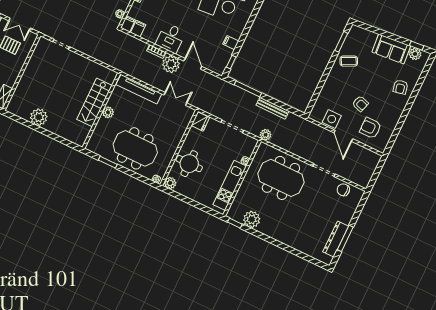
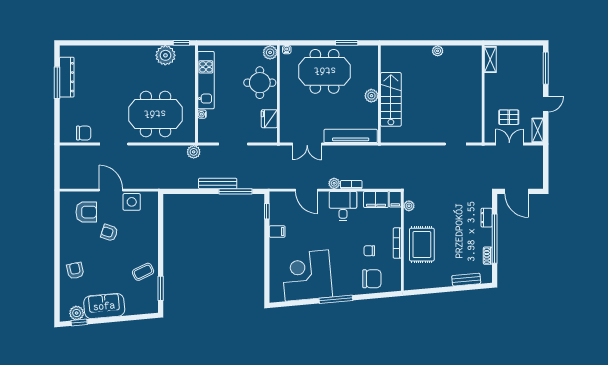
filing cabinet: (138, 29) -> (376, 199), width x2.00
plant: (171, 64) -> (334, 183), width x0.53, depth x0.53
bench: (273, 108) -> (218, 183), moved
plant: (39, 117) -> (438, 51), width x0.53, depth x0.53
fridge: (200, 121) -> (269, 119), moved

